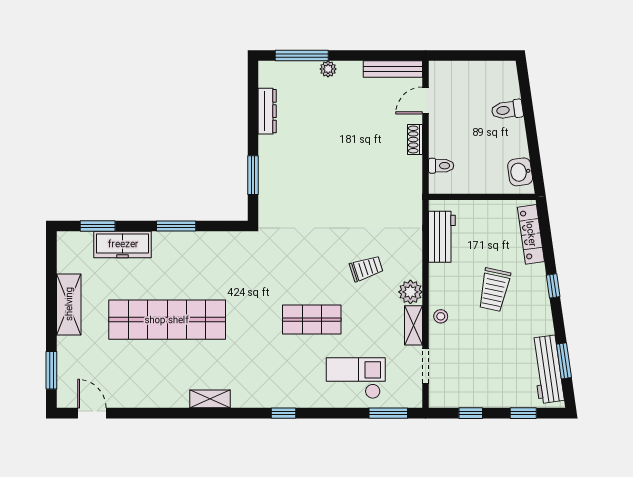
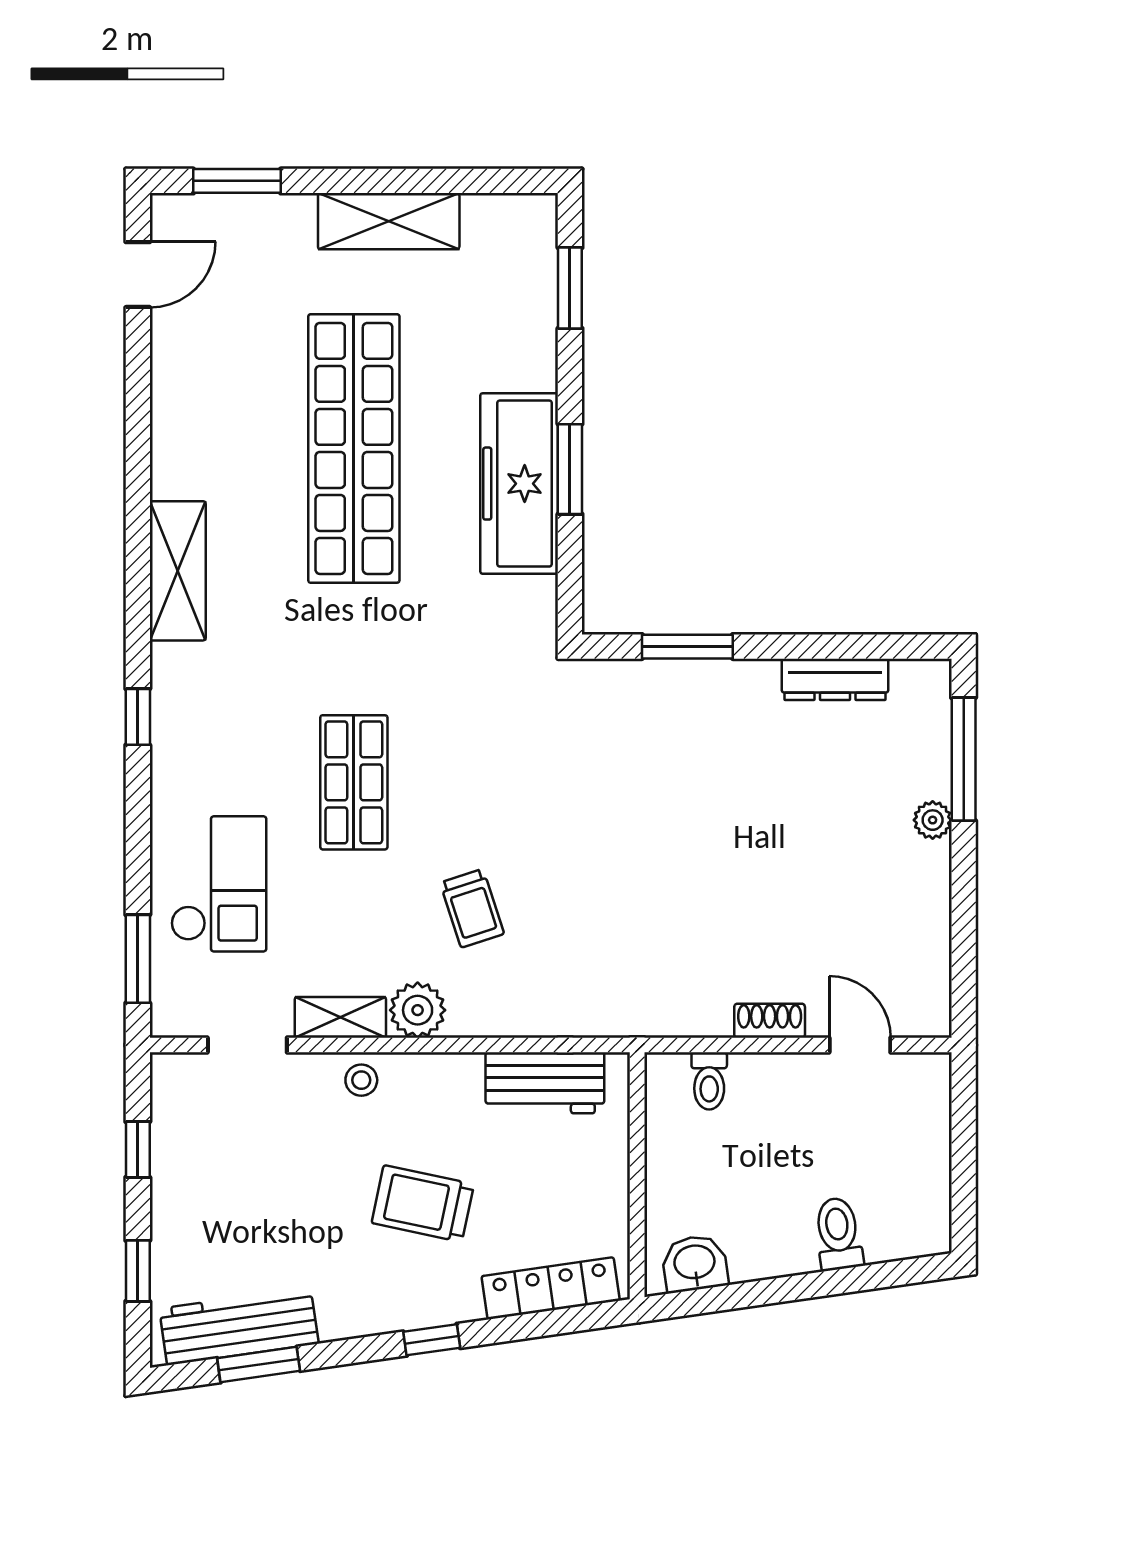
bench: (393, 69) -> (932, 970), removed
freezer: (123, 244) -> (519, 484), moved, width x1.36, depth x1.26
shelving: (210, 399) -> (178, 571), width x1.50, depth x1.33

